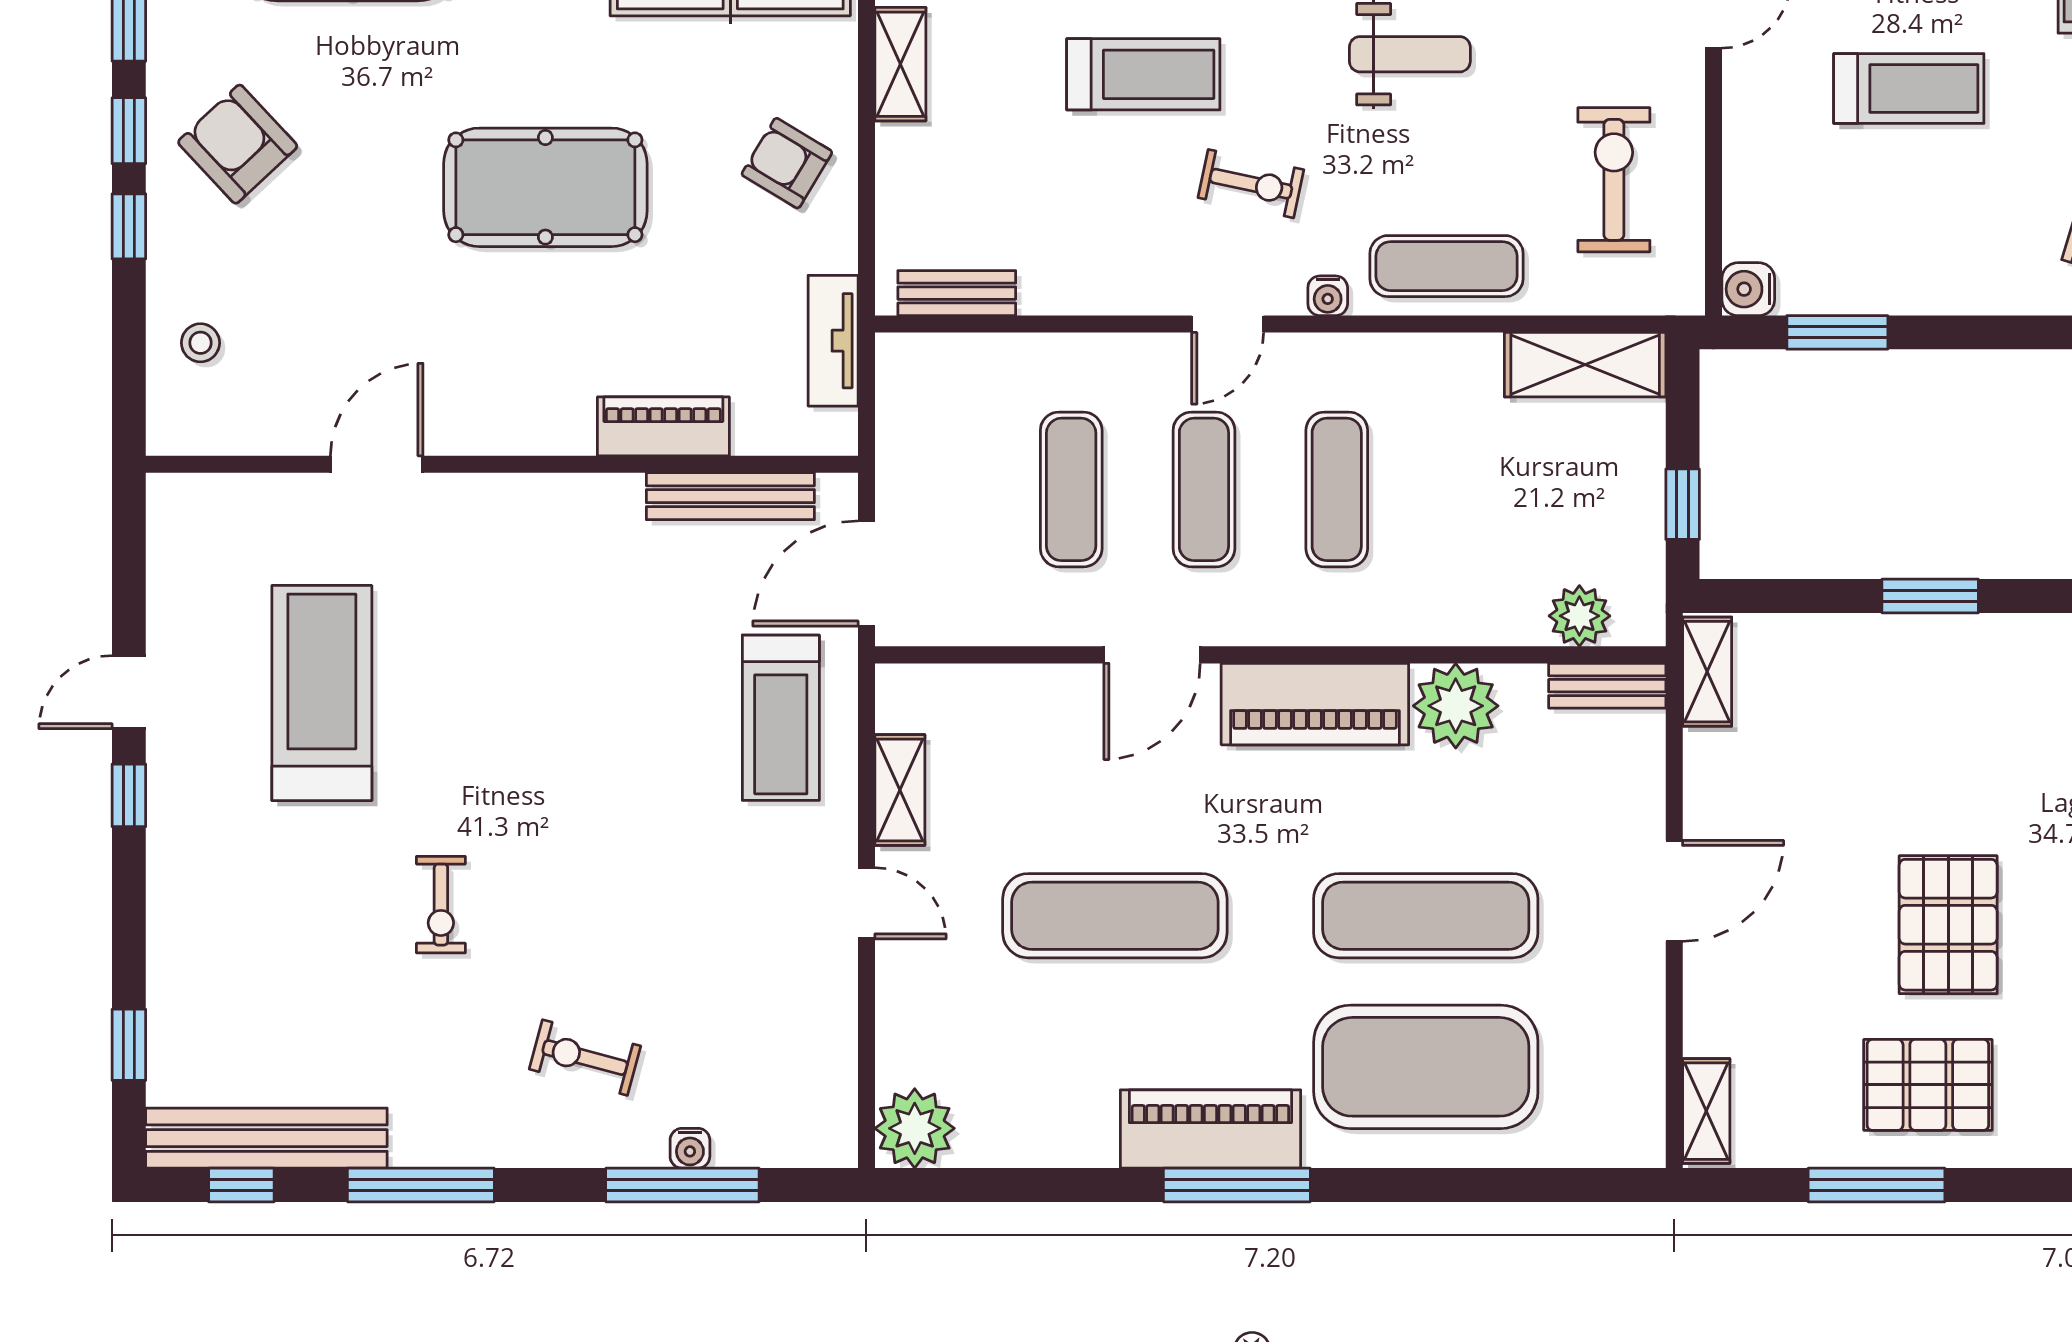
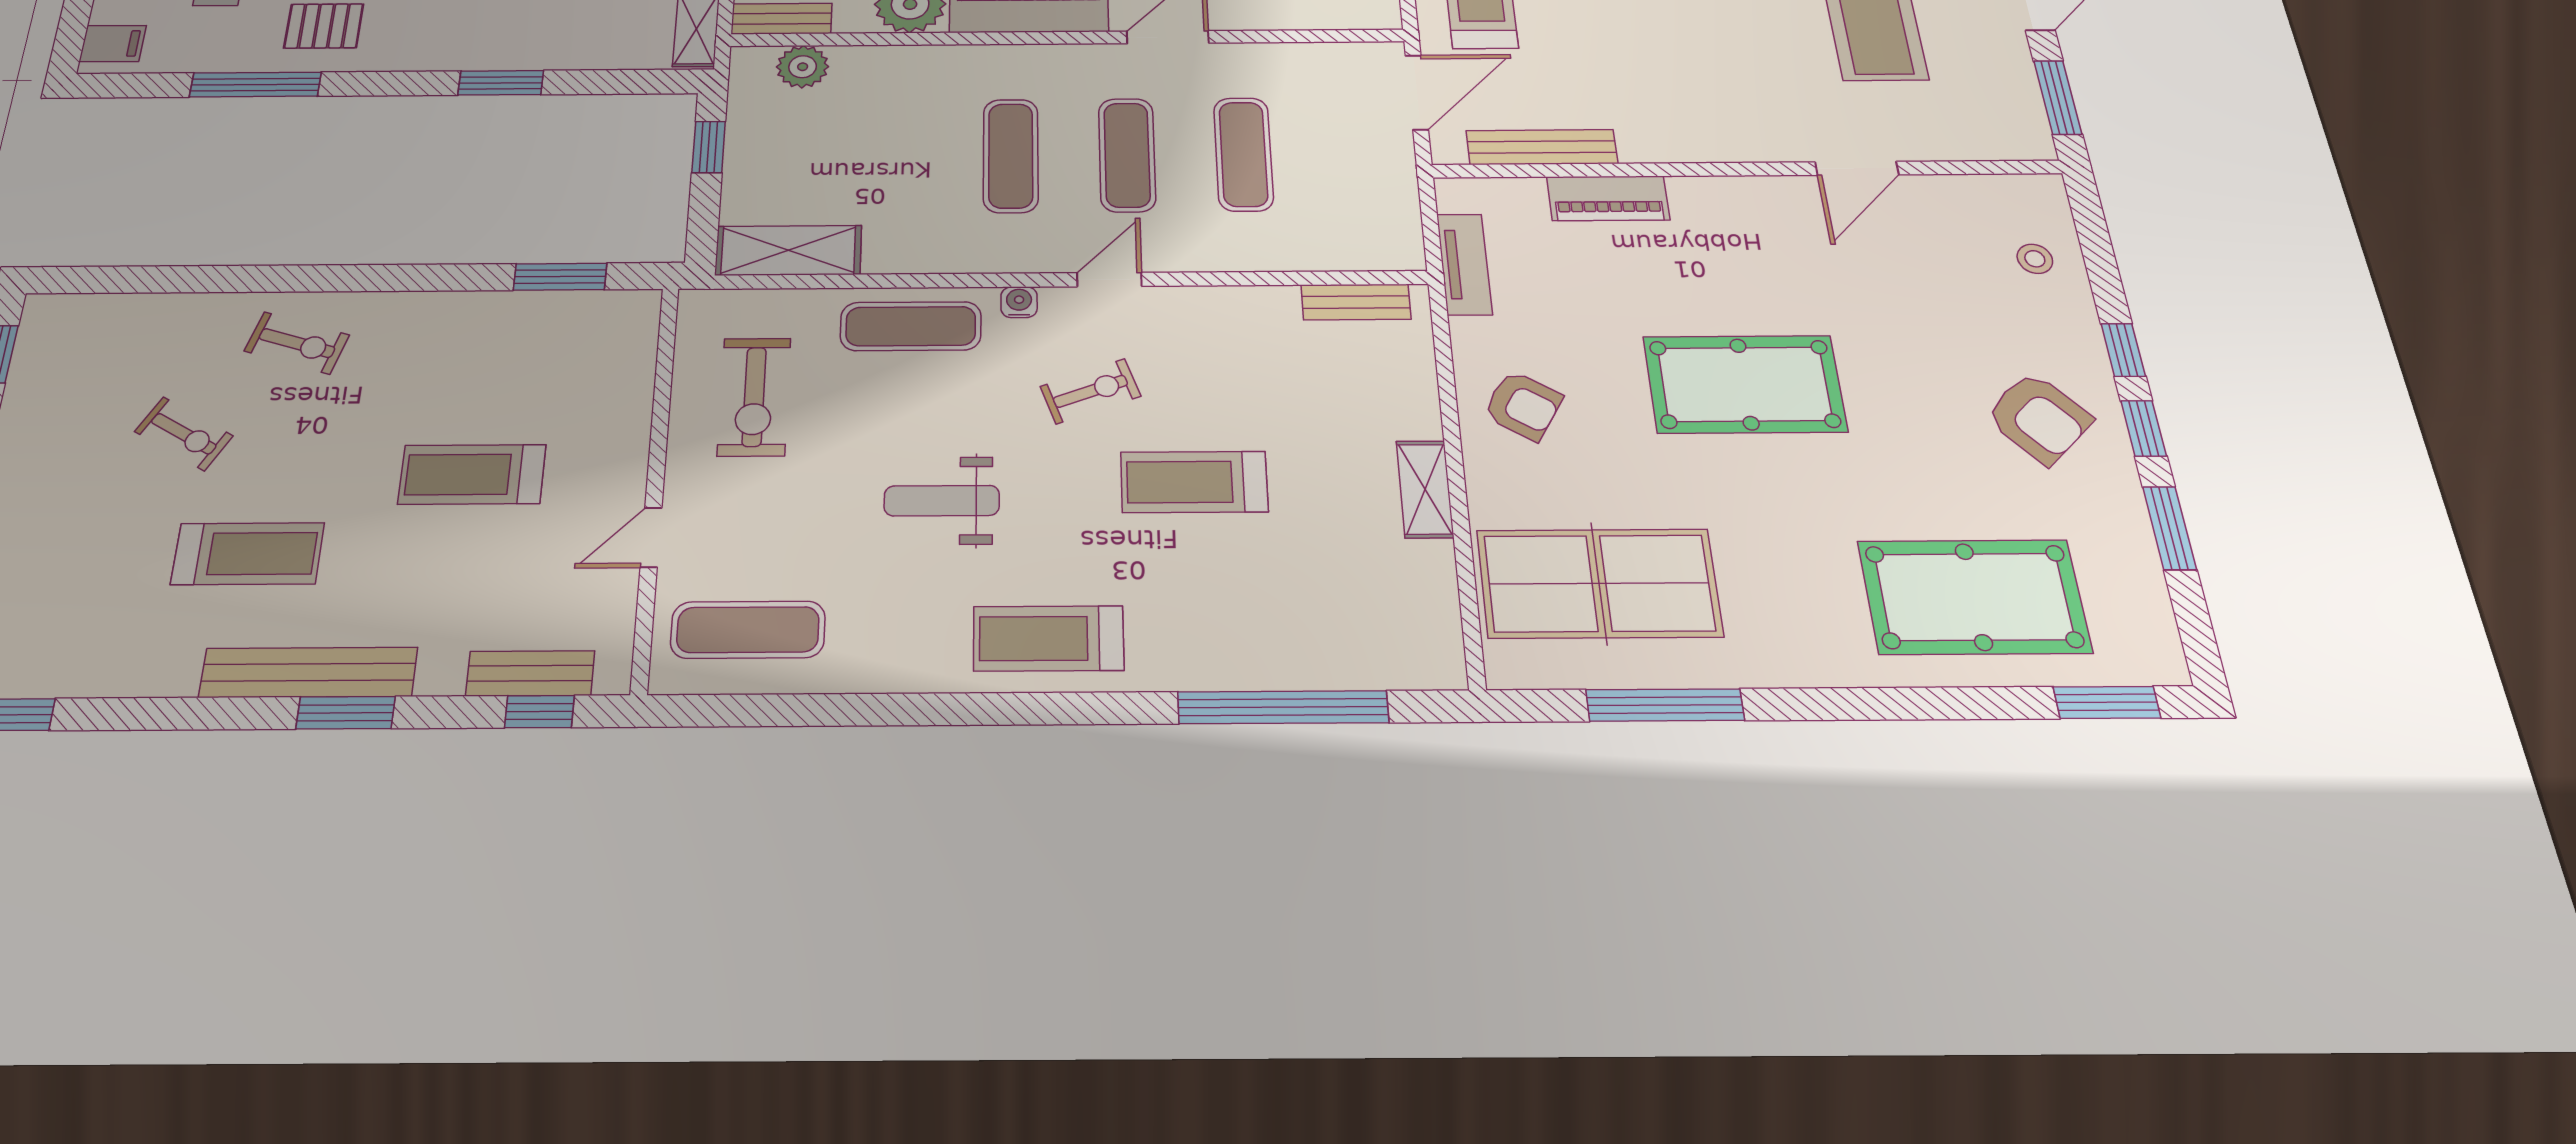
exercise bike: (1251, 184) -> (1090, 391), turned 148
water cooler: (1748, 289) -> (637, 310), removed
window: (129, 560) -> (2058, 98), added

